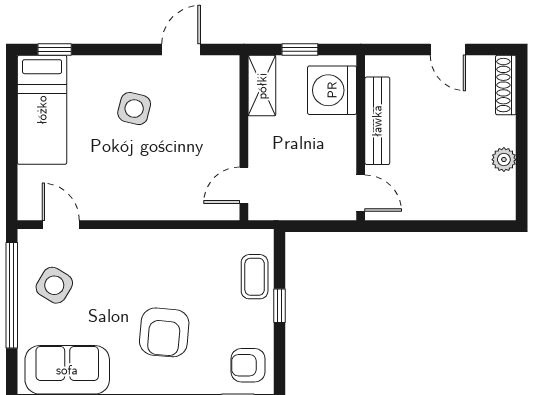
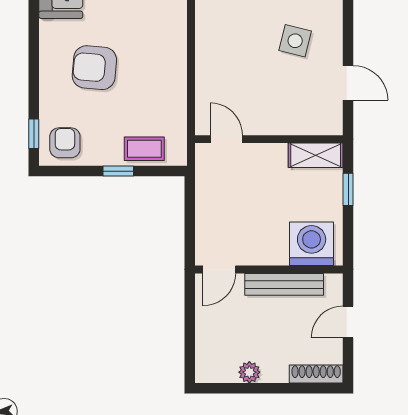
washing machine: (332, 90) -> (312, 244), moved
bench: (377, 121) -> (284, 284), moved
wall: (361, 138) -> (269, 269), moved
door: (361, 193) -> (219, 269), moved

